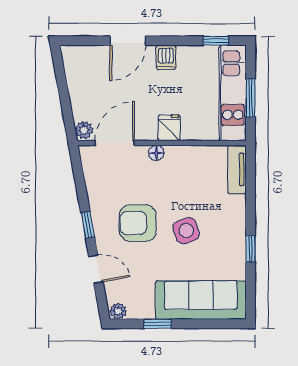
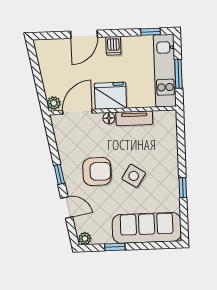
fridge: (169, 128) -> (110, 96), width x1.88, depth x1.34
tv unit: (237, 169) -> (134, 118), moved, turned -90
armchair: (138, 223) -> (97, 171), turned 180
side table: (186, 231) -> (134, 176), turned -37

